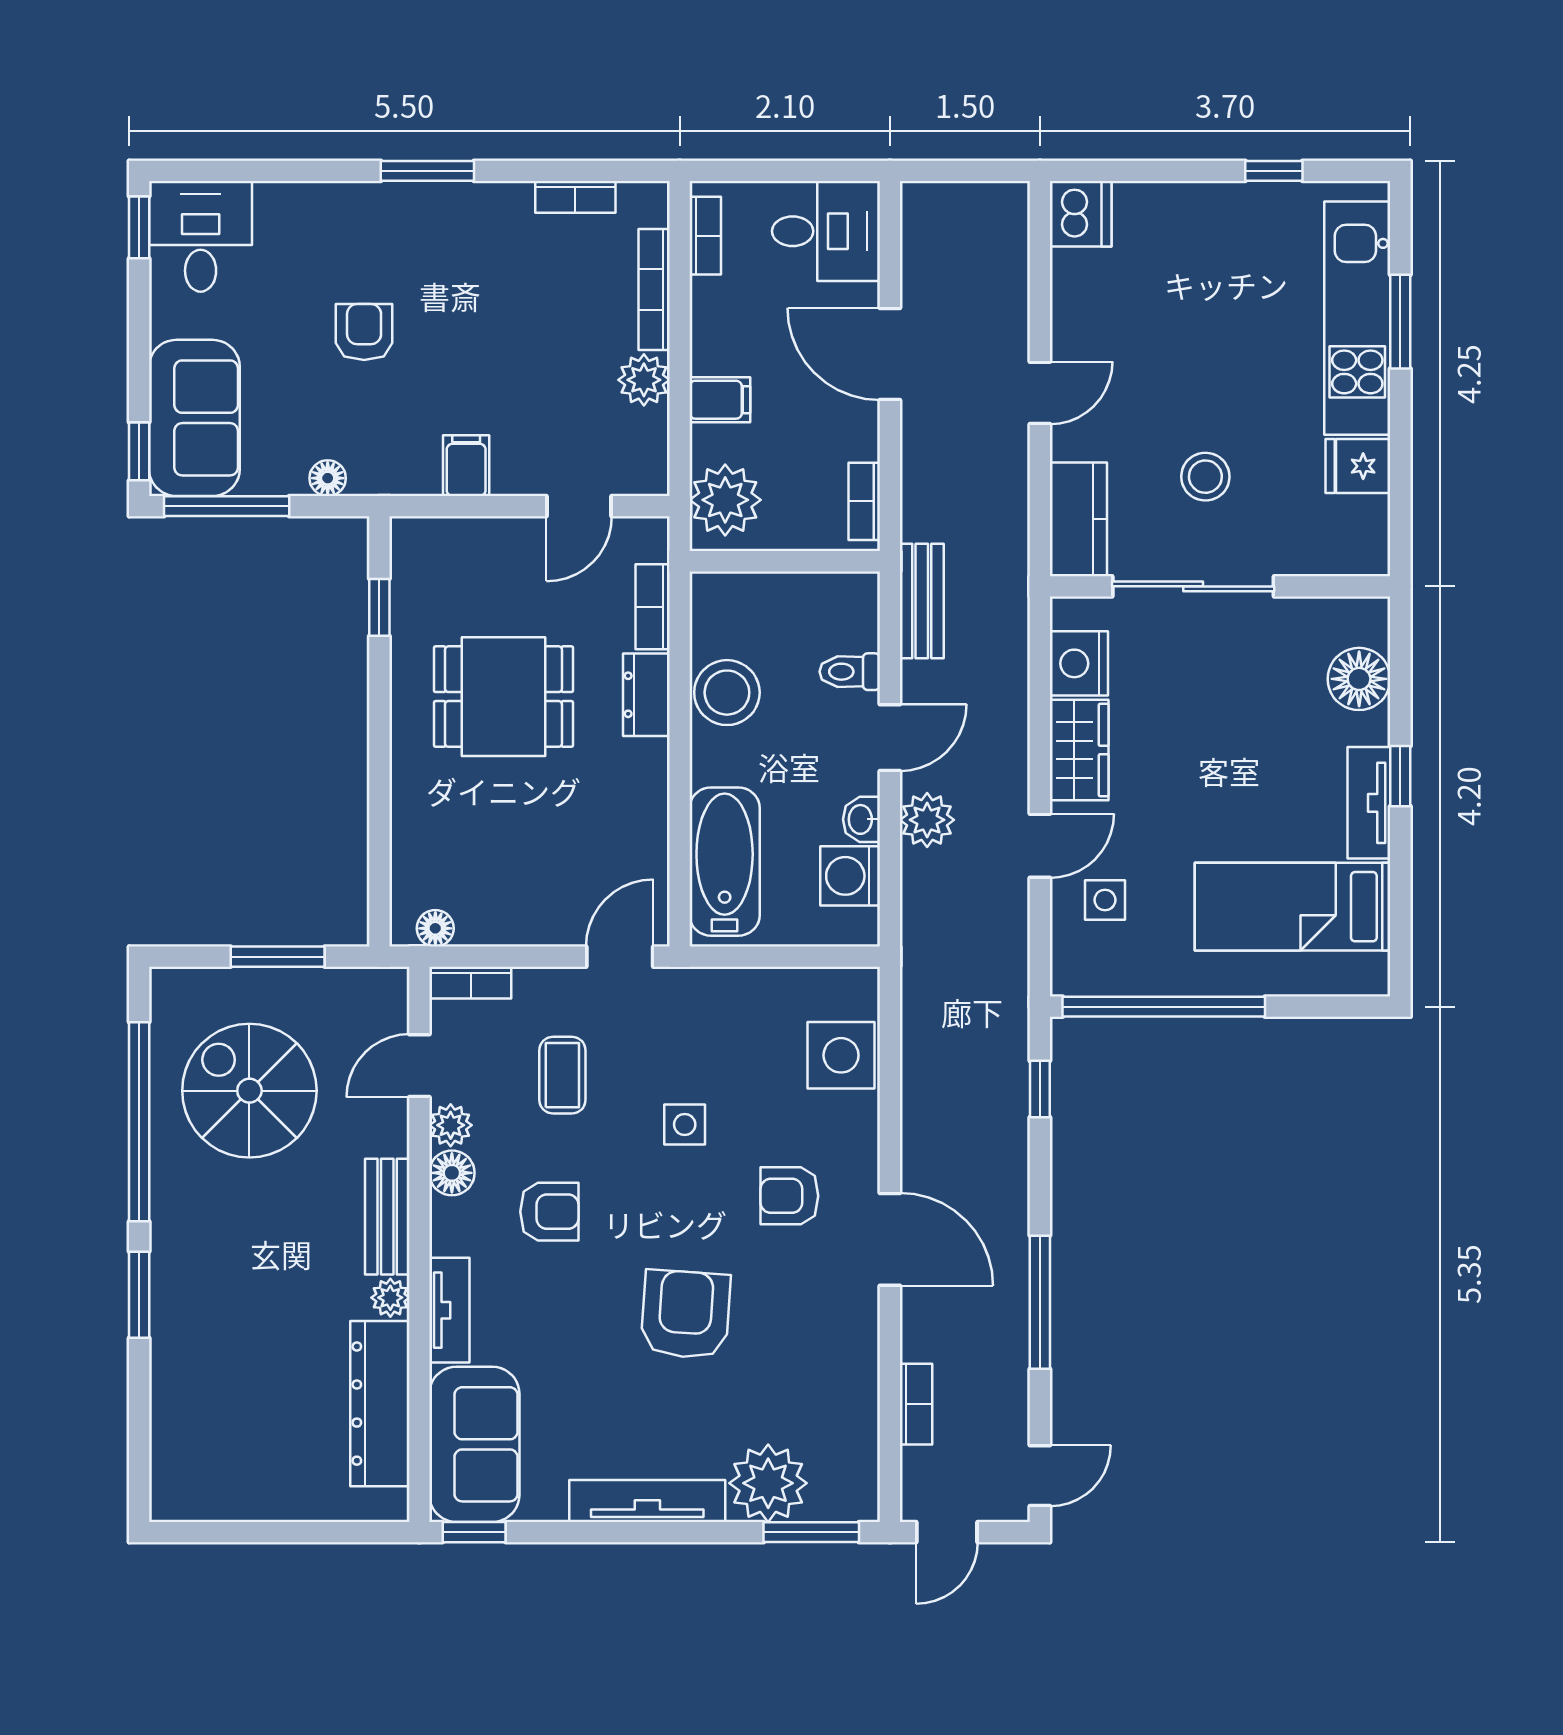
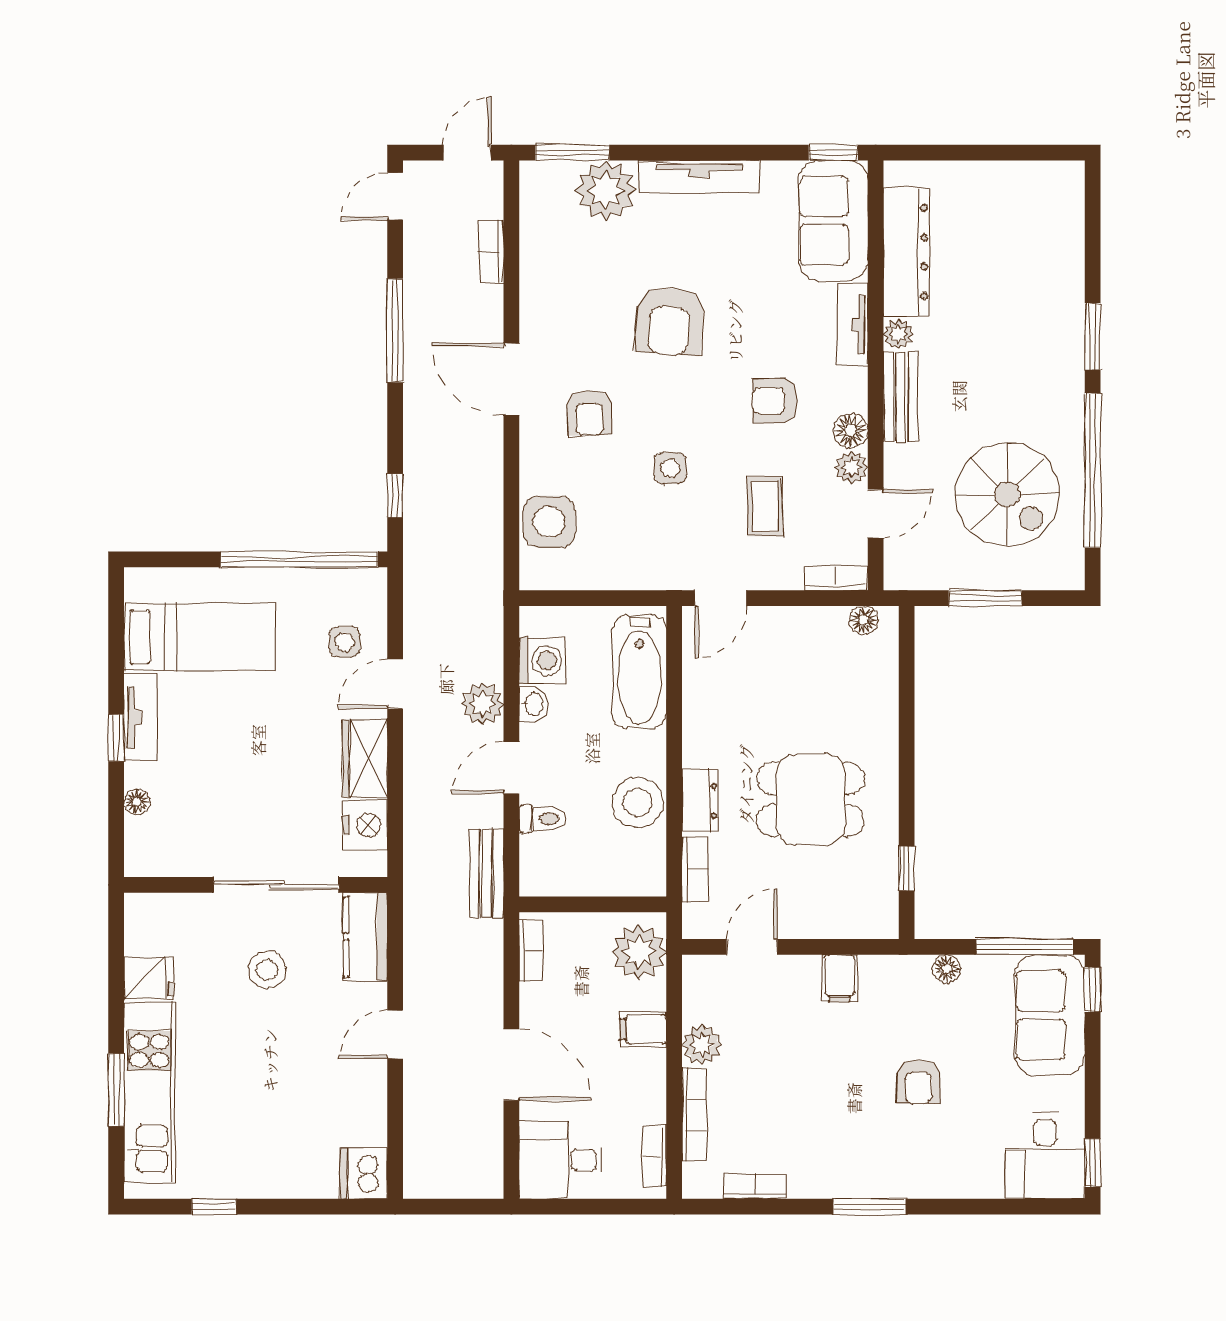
floor lamp: (1359, 679) -> (137, 802), width x0.53, depth x0.53
armchair: (789, 1196) -> (589, 413), turned 88

